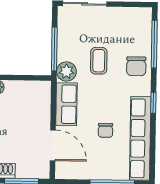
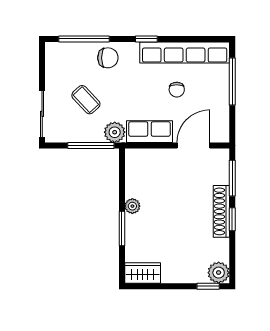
coffee table: (99, 61) -> (86, 100), moved, turned 47
chair: (105, 130) -> (177, 90), turned 90

